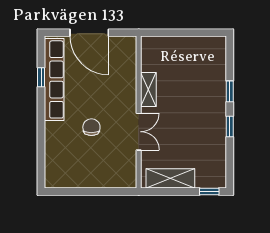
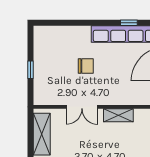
window: (96, 191) -> (30, 70), added

